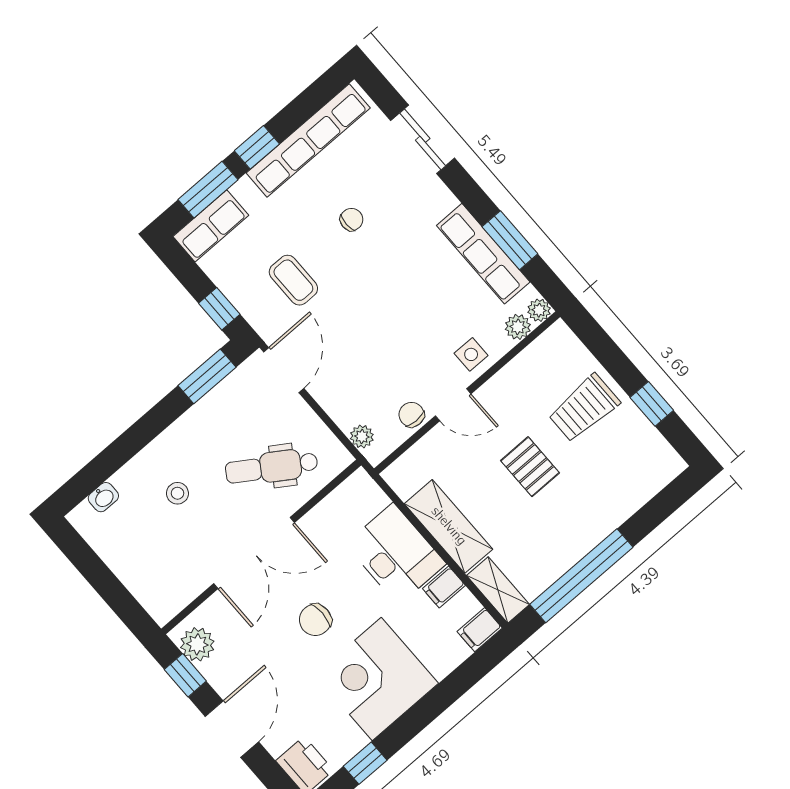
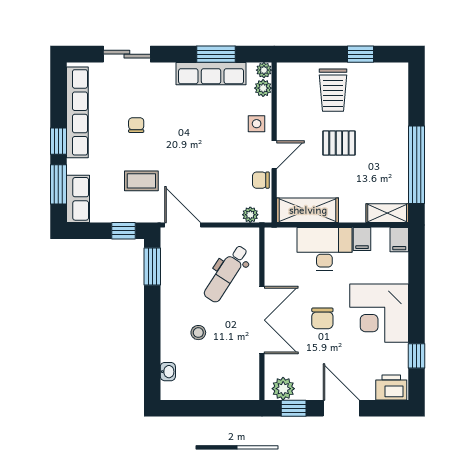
shelving: (449, 526) -> (308, 210), moved

